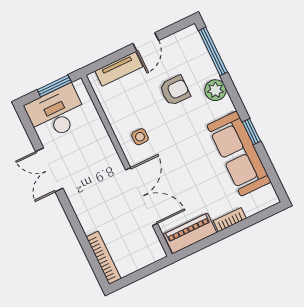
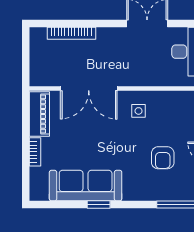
plant: (215, 90) -> (147, 191), removed
bookcase: (104, 258) -> (71, 33), moved

